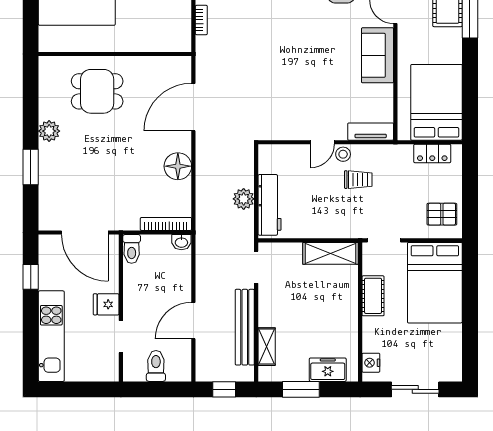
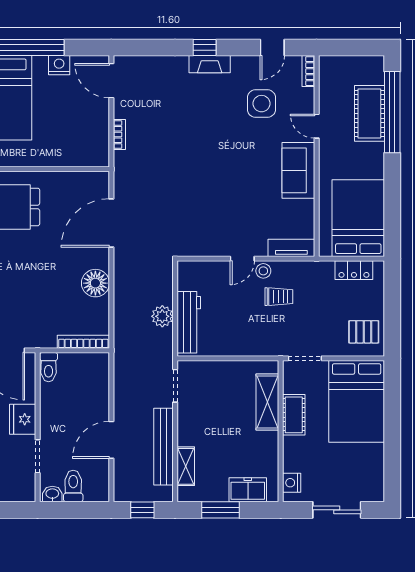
washbasin: (181, 242) -> (52, 494), moved, turned 180
shelving: (330, 253) -> (267, 402), moved, turned 90
fridge: (106, 304) -> (23, 419), width x1.38

